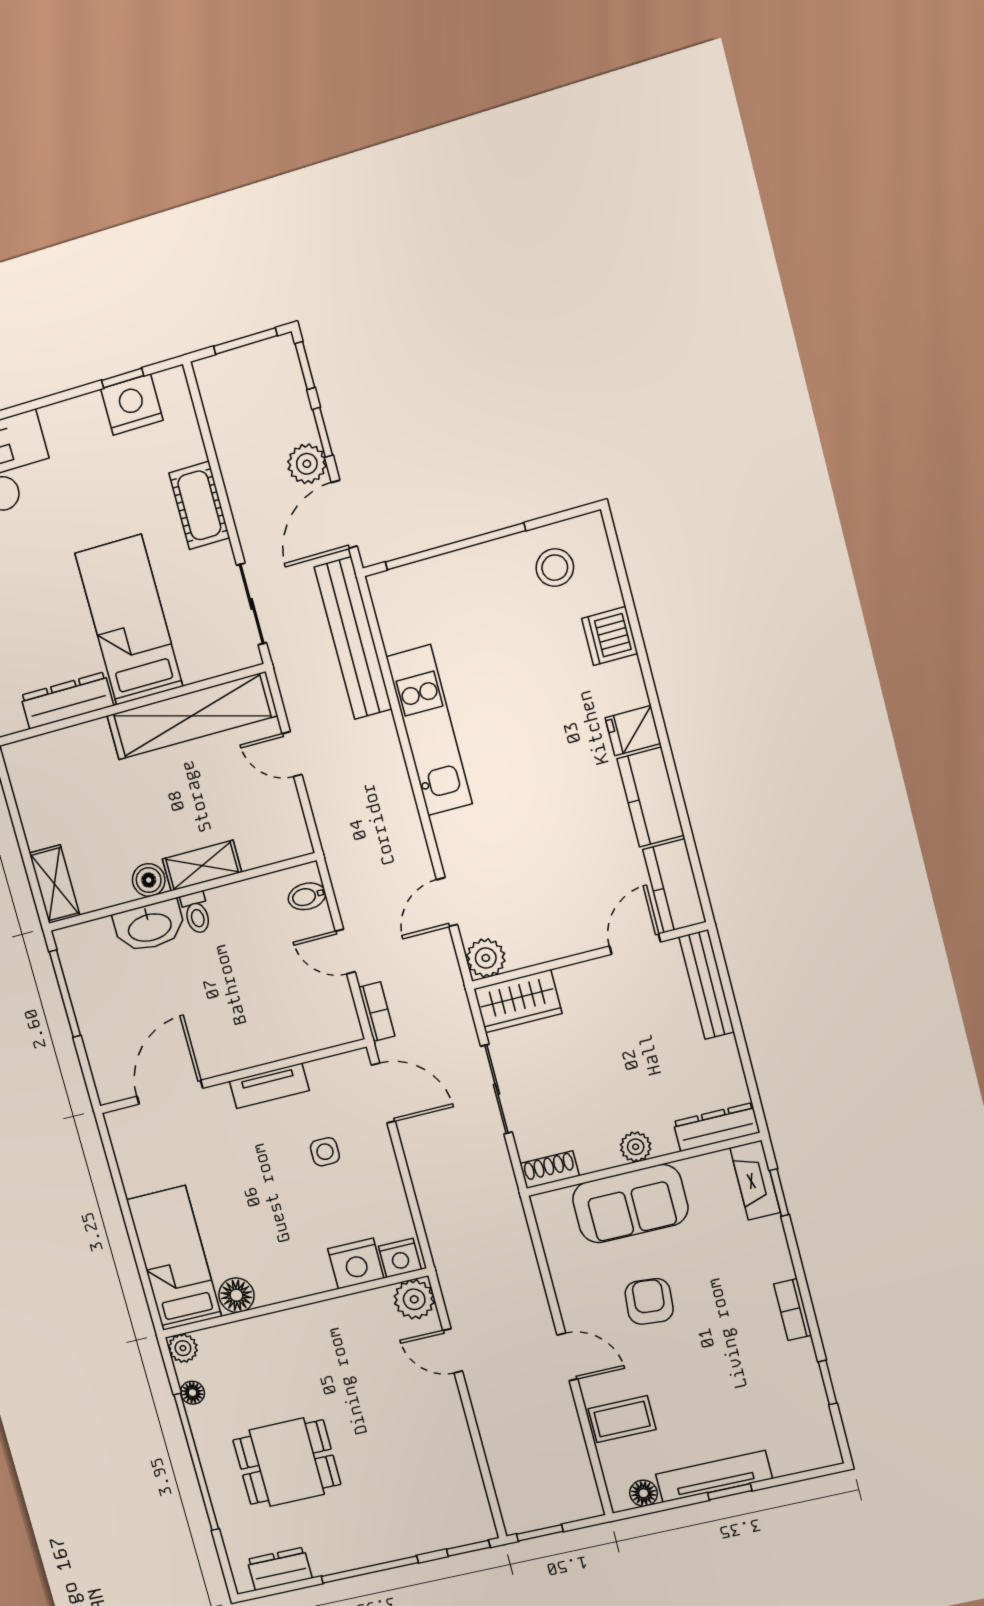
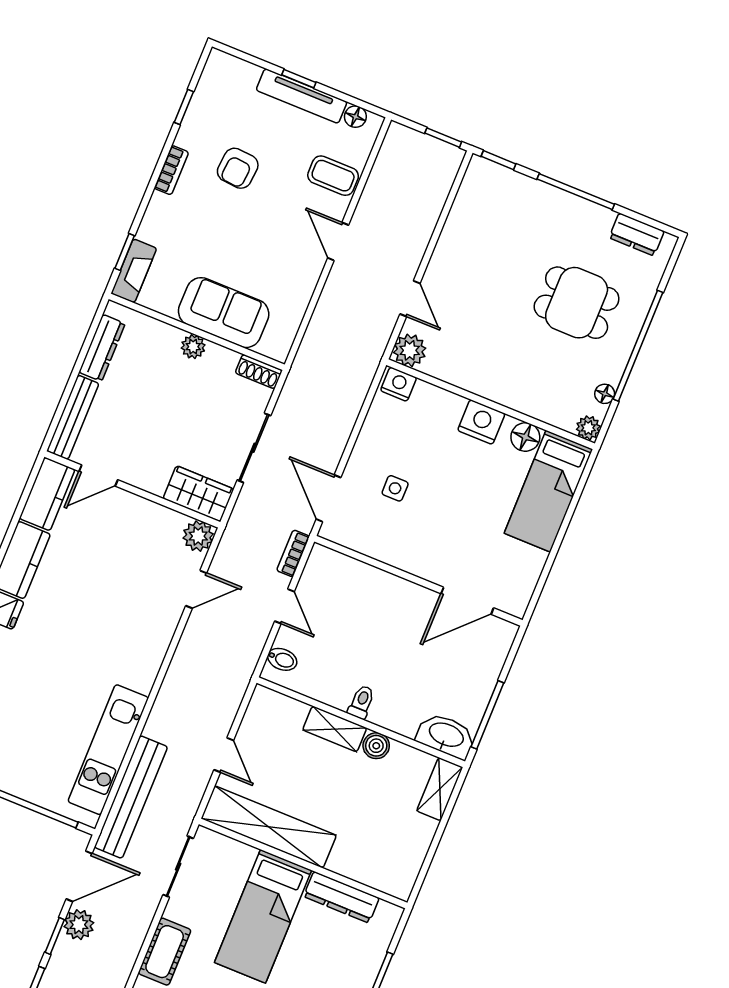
kitchen unit: (429, 730) -> (108, 750), moved
washbasin: (149, 926) -> (446, 736), moved
tv unit: (269, 1086) -> (399, 557), removed
dresser: (716, 1127) -> (102, 348), moved, turned -90
nightstand: (356, 1264) -> (481, 422), moved
armchair: (649, 1301) -> (238, 168), moved

